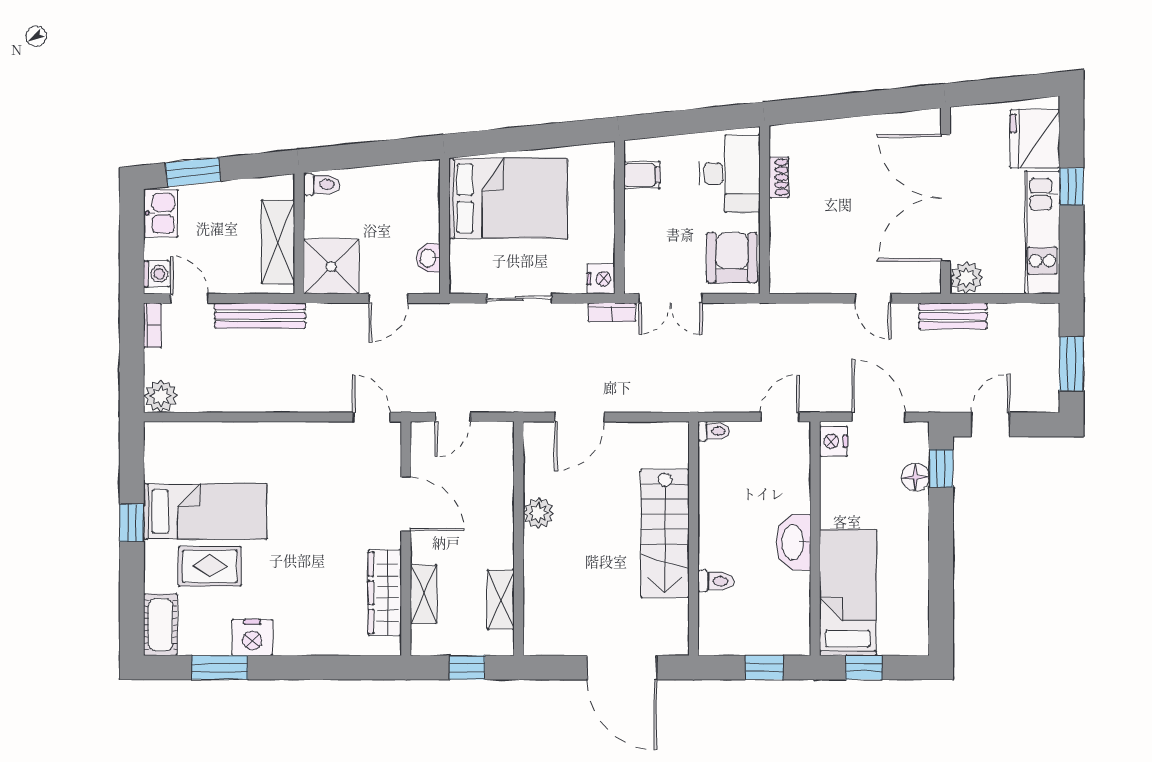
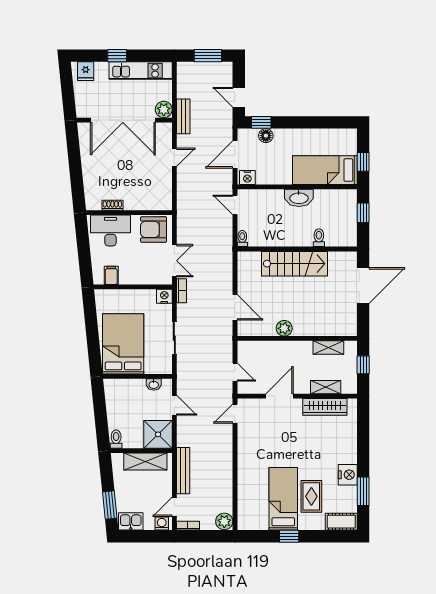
fridge: (1035, 139) -> (86, 71), width x0.53, depth x0.75

